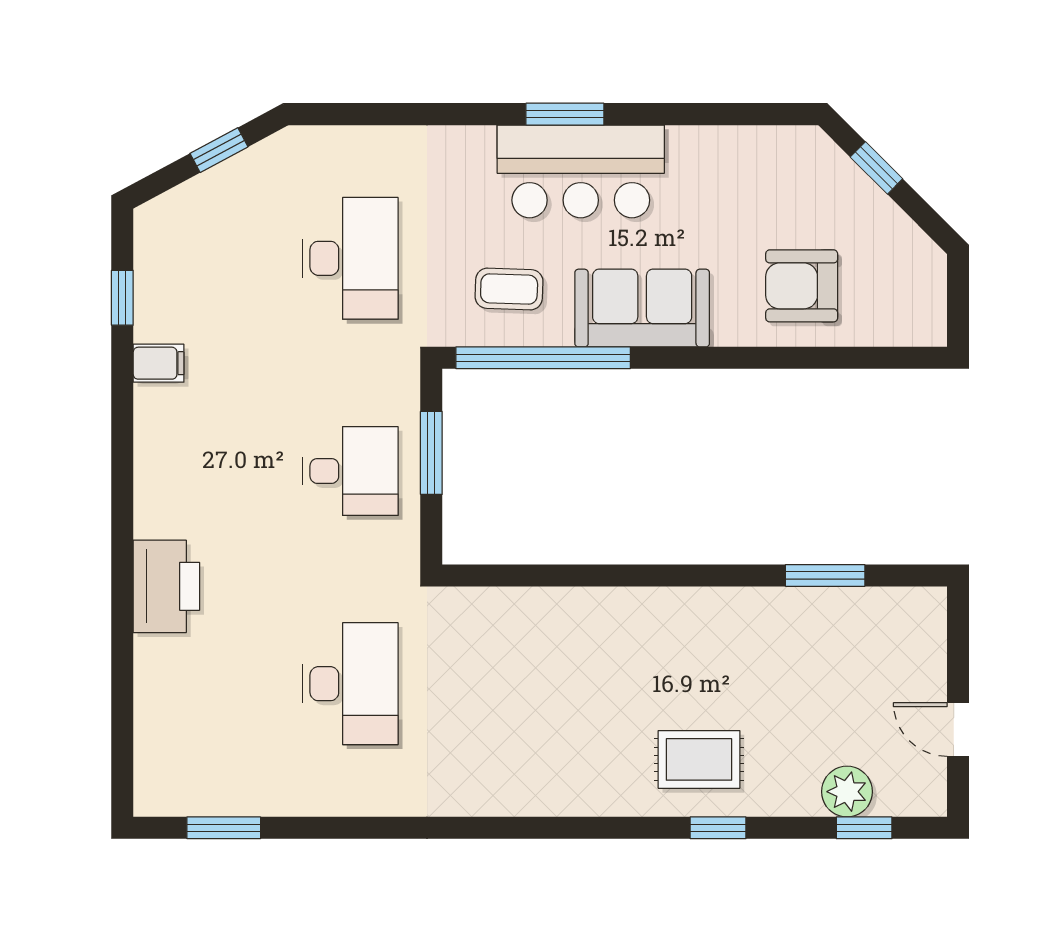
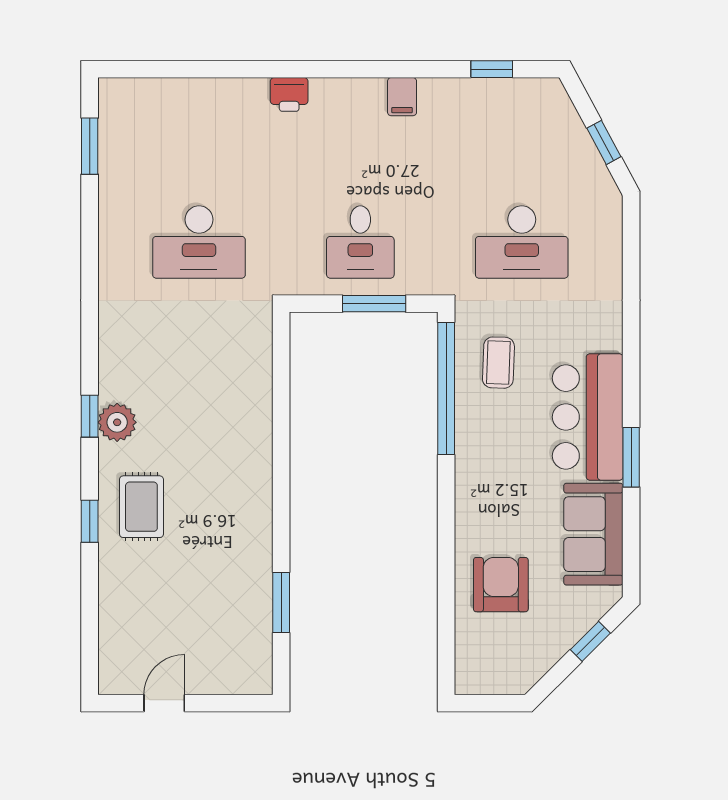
window: (565, 114) -> (631, 457), moved
sofa: (642, 308) -> (593, 534), moved, turned 180
filing cabinet: (159, 363) -> (402, 97), moved
printer: (166, 586) -> (289, 94), width x0.53, depth x0.68
plant: (847, 792) -> (117, 422), moved
window: (864, 828) -> (90, 416), moved

